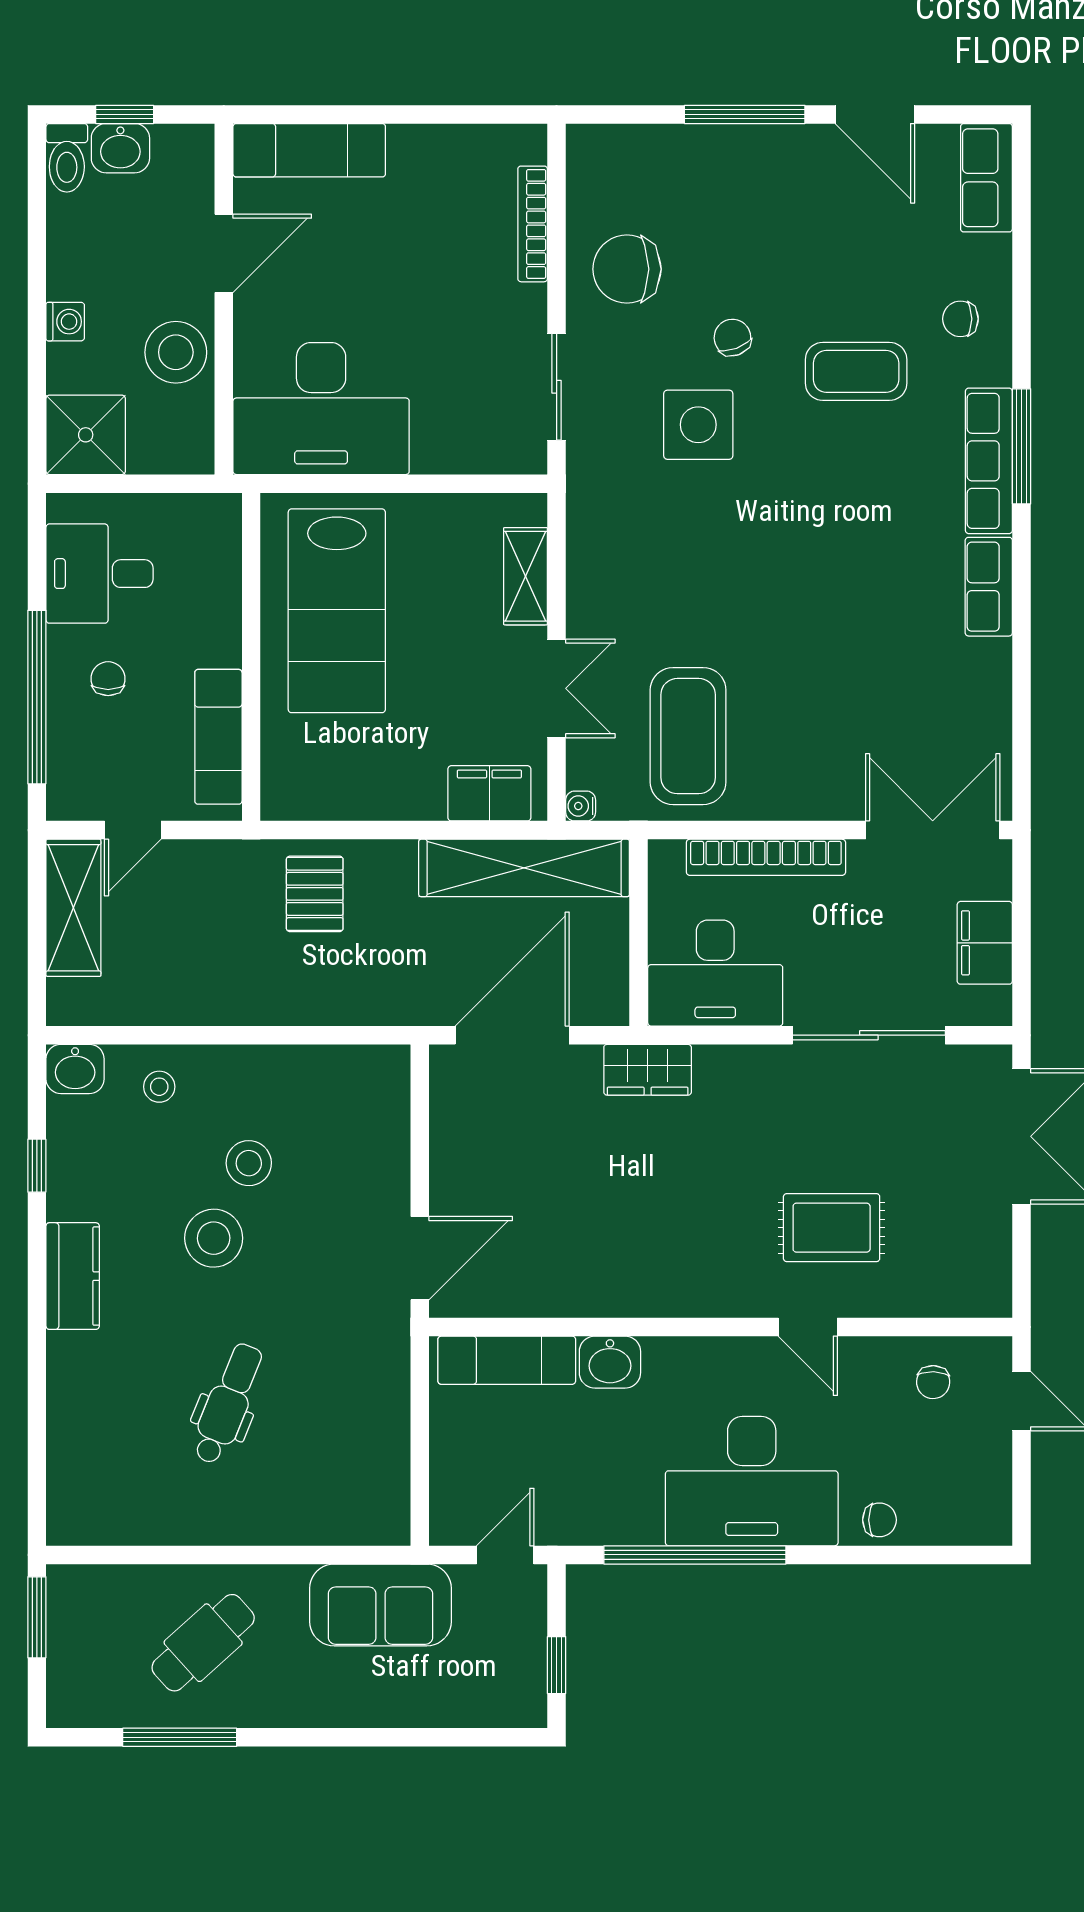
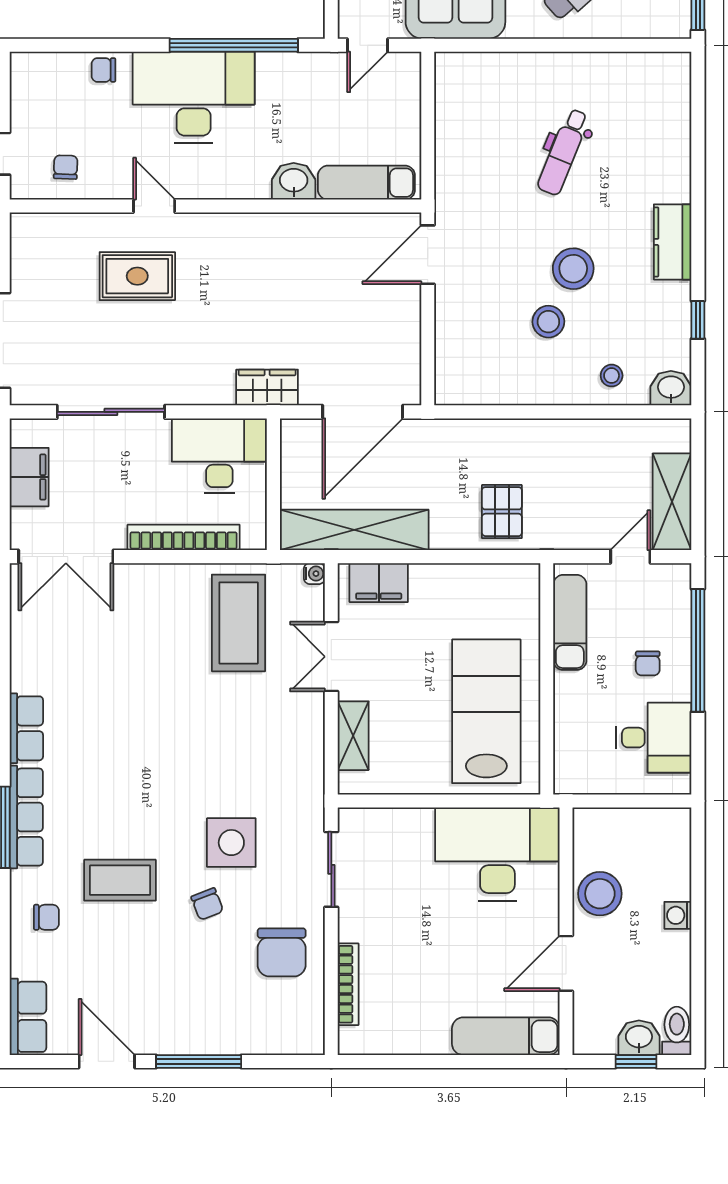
chair: (627, 269) -> (282, 952), turned 90
shower: (86, 435) -> (663, 835), removed

